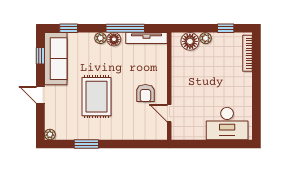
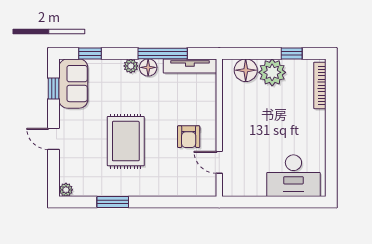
plant: (206, 38) -> (272, 72), width x1.87, depth x1.87
sofa: (56, 59) -> (73, 84), width x0.73

